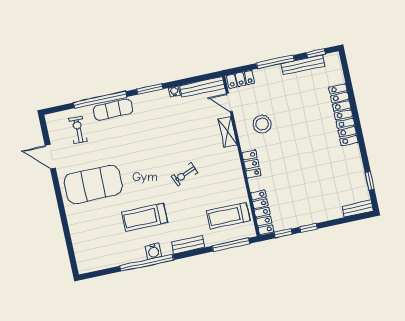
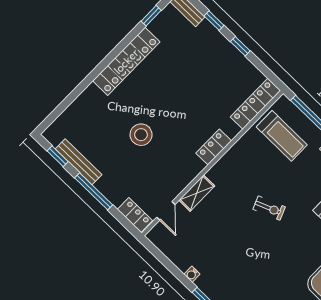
bench: (202, 87) -> (169, 249), removed
locker: (344, 115) -> (126, 61), moved
stool: (262, 124) -> (141, 135), moved
window: (283, 233) -> (214, 21), moved

